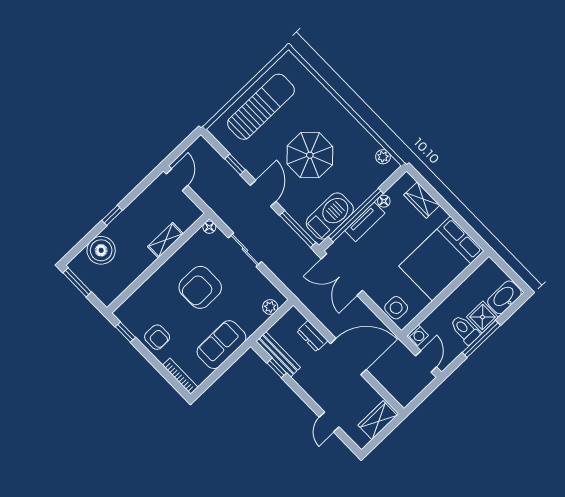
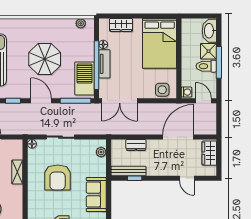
door: (348, 357) -> (178, 137), moved

